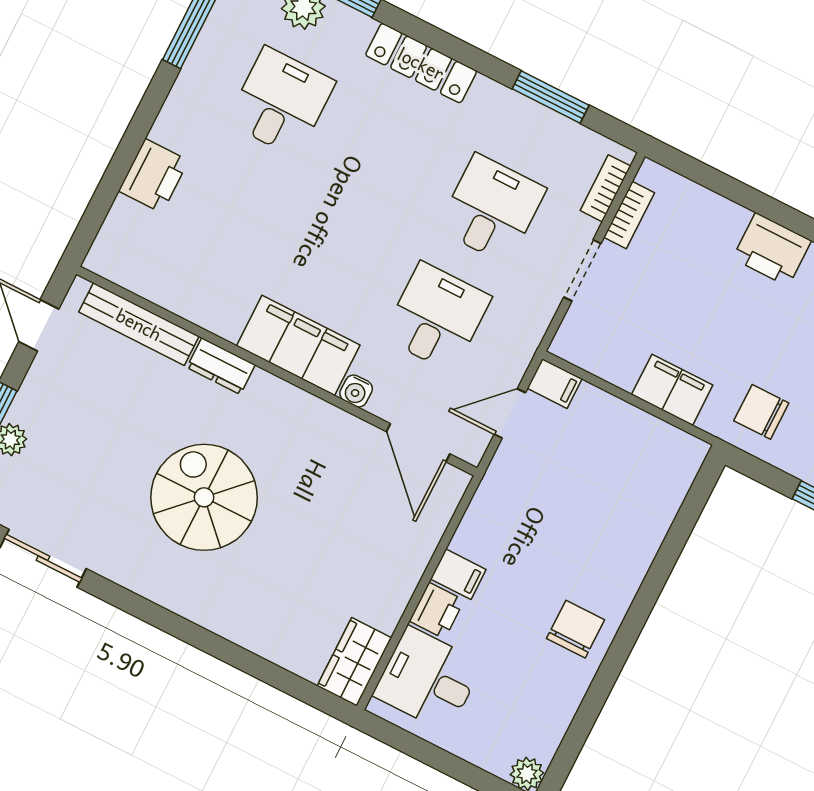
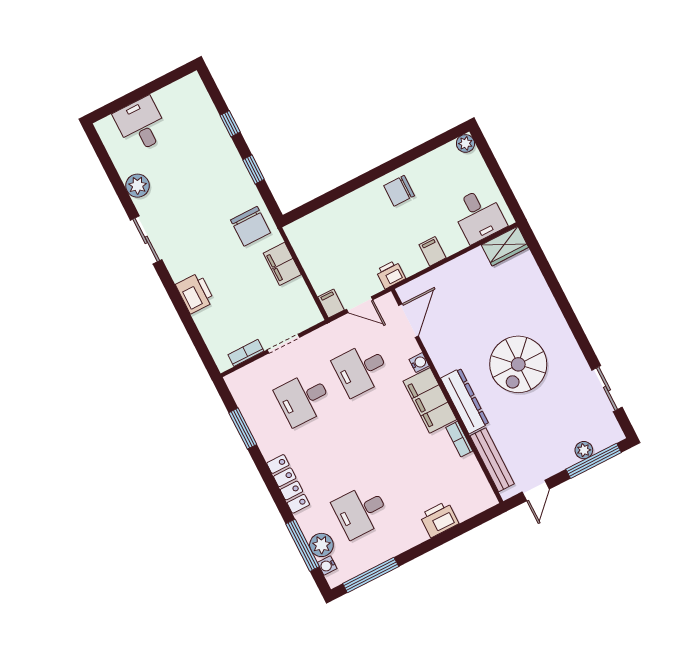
bookcase: (605, 188) -> (459, 439), moved, turned 90
dresser: (221, 366) -> (465, 401), width x1.96, depth x1.24
chair: (761, 412) -> (251, 226), width x1.37, depth x1.37
printer: (437, 611) -> (391, 274), moved

